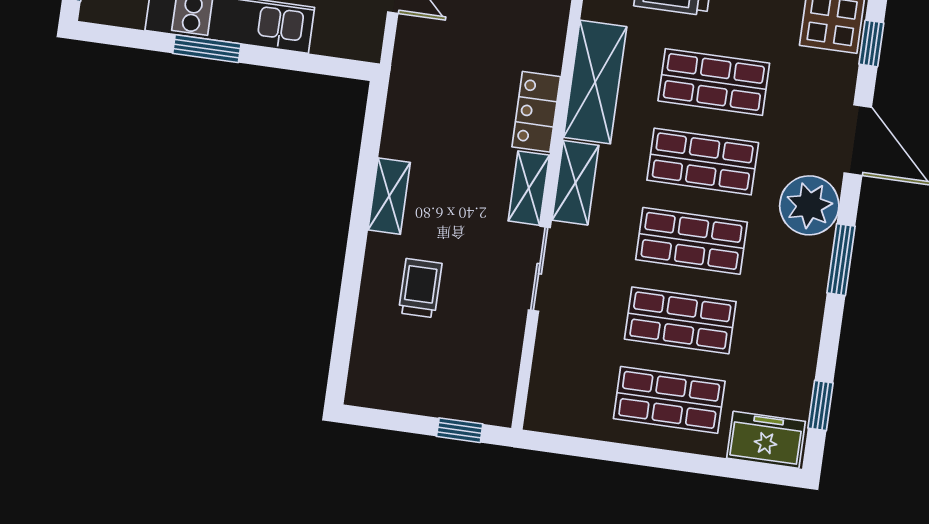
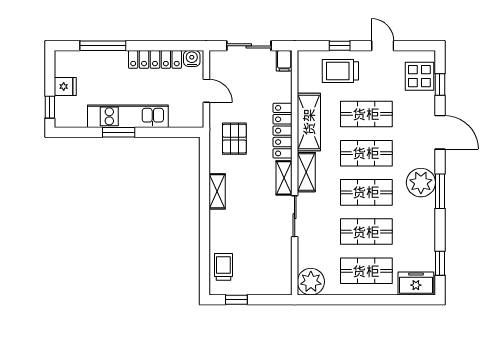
pallet: (439, 94) -> (234, 139), added
locker: (536, 112) -> (282, 131), width x1.53
plant: (809, 205) -> (421, 183), moved
trolley: (420, 288) -> (223, 267), moved
plant: (554, 406) -> (311, 282), added
window: (460, 430) -> (236, 300), moved

